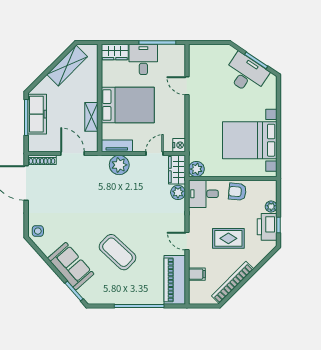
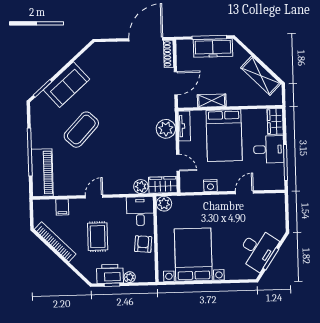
nightstand: (179, 145) -> (210, 186), moved
side table: (38, 231) -> (100, 52), removed
piano: (175, 280) -> (42, 173), moved, turned 90

